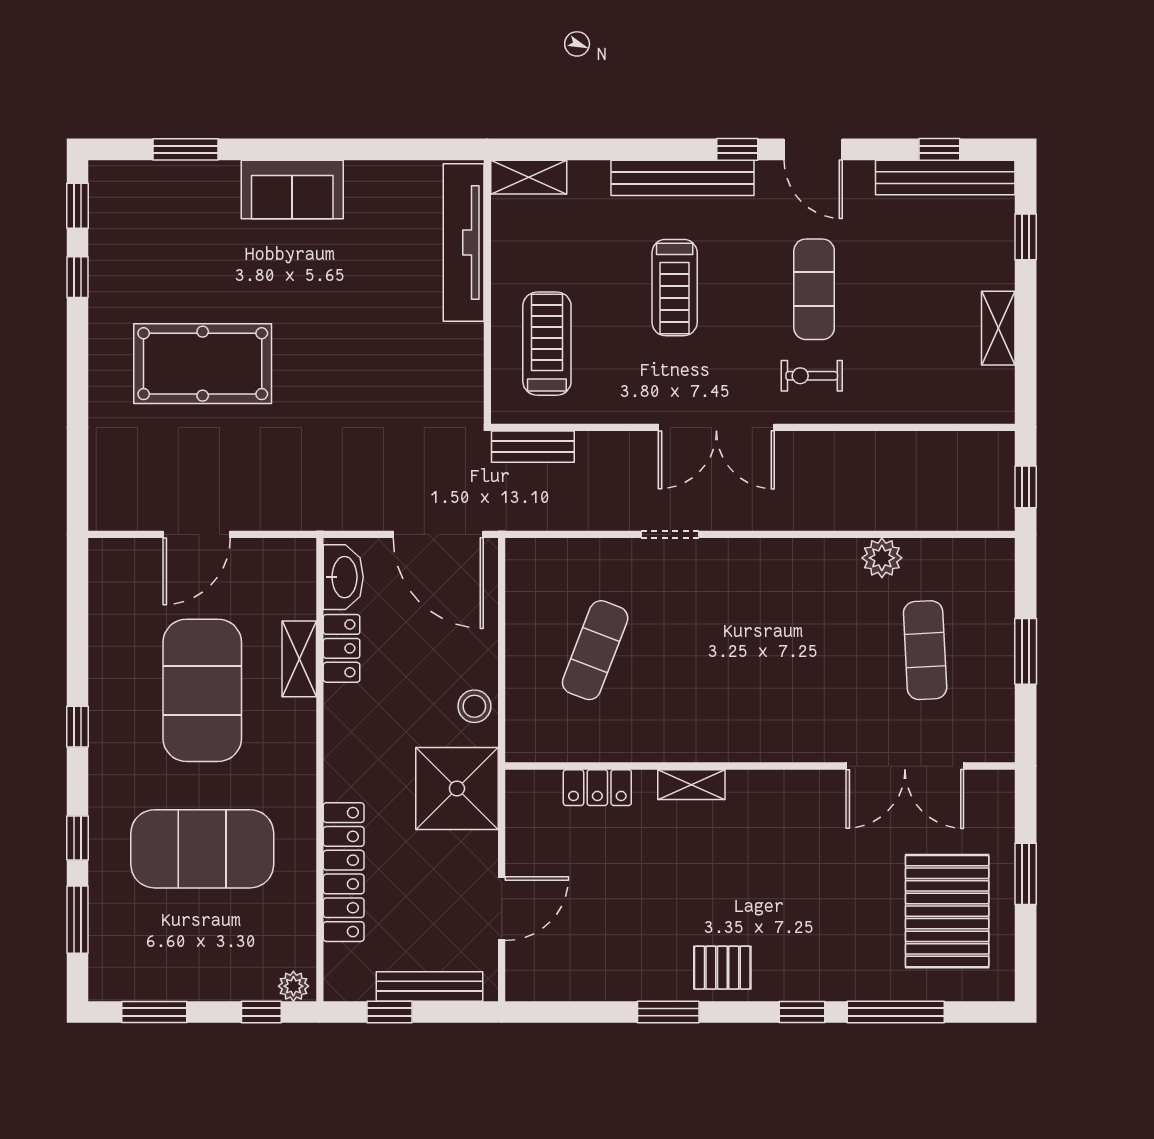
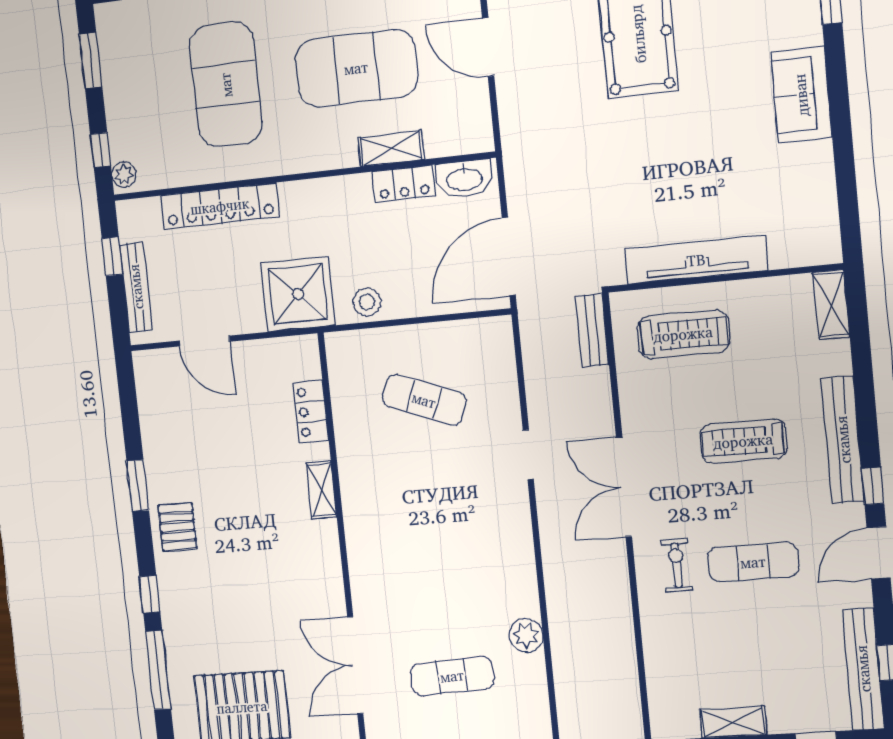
tv unit: (464, 243) -> (696, 260), moved

